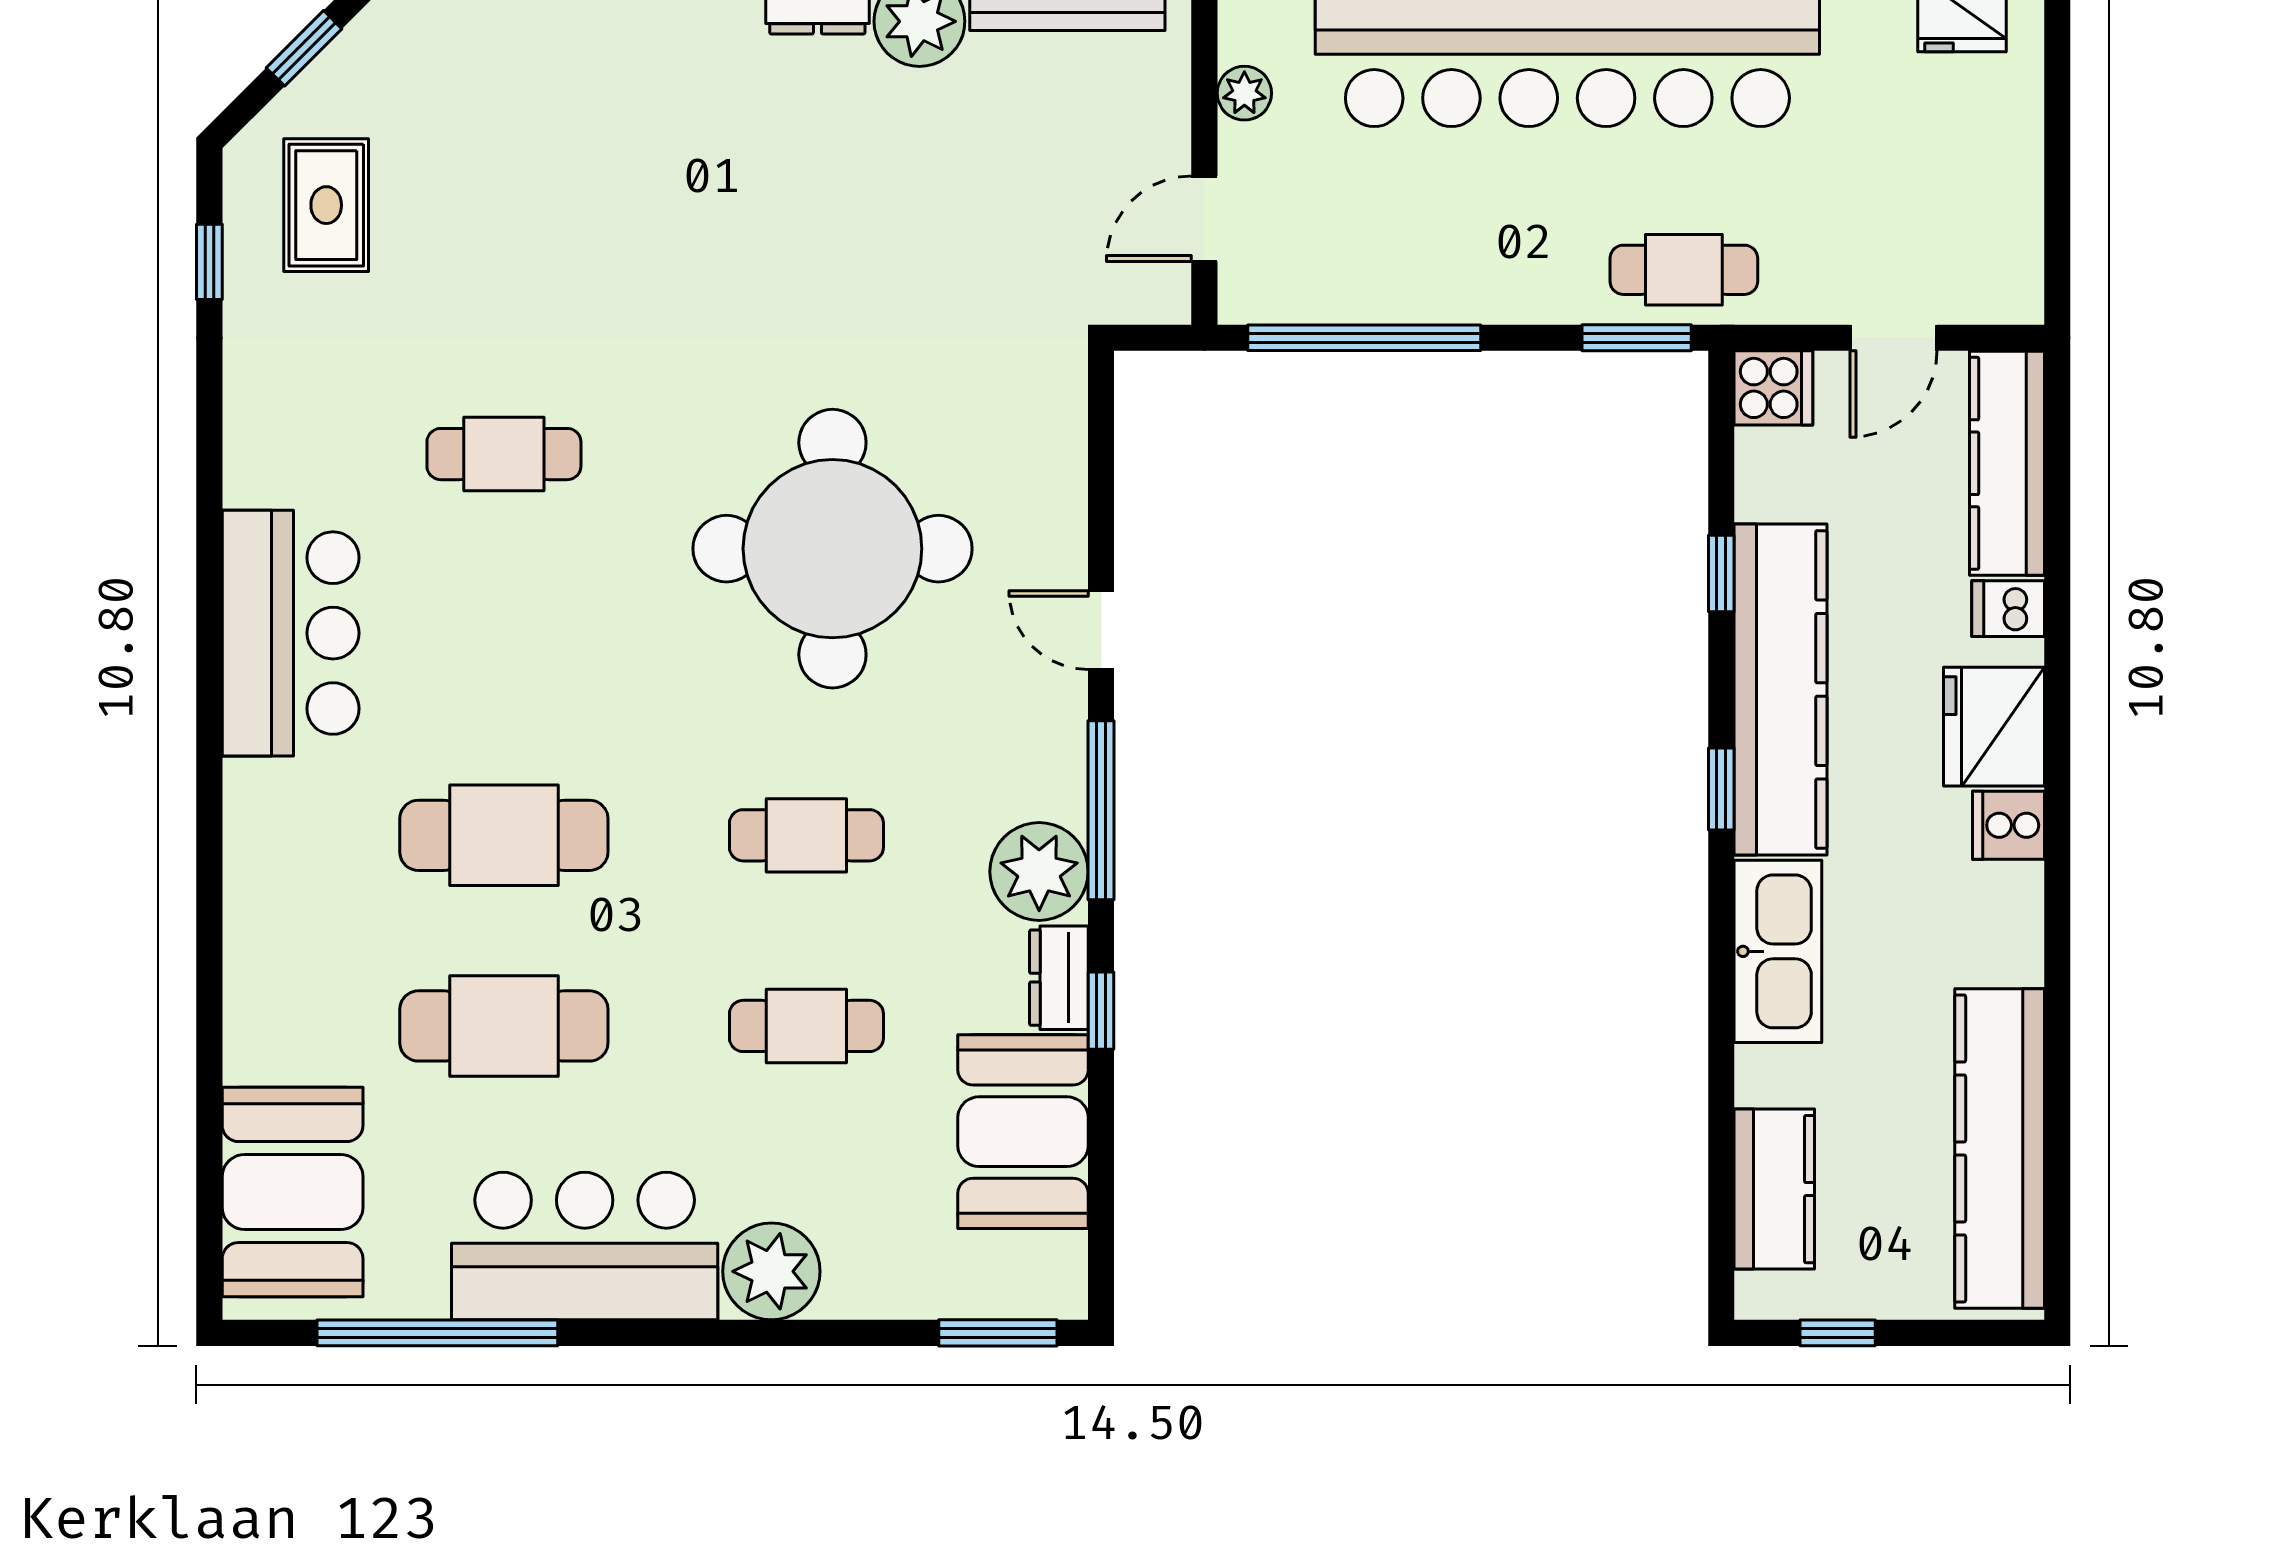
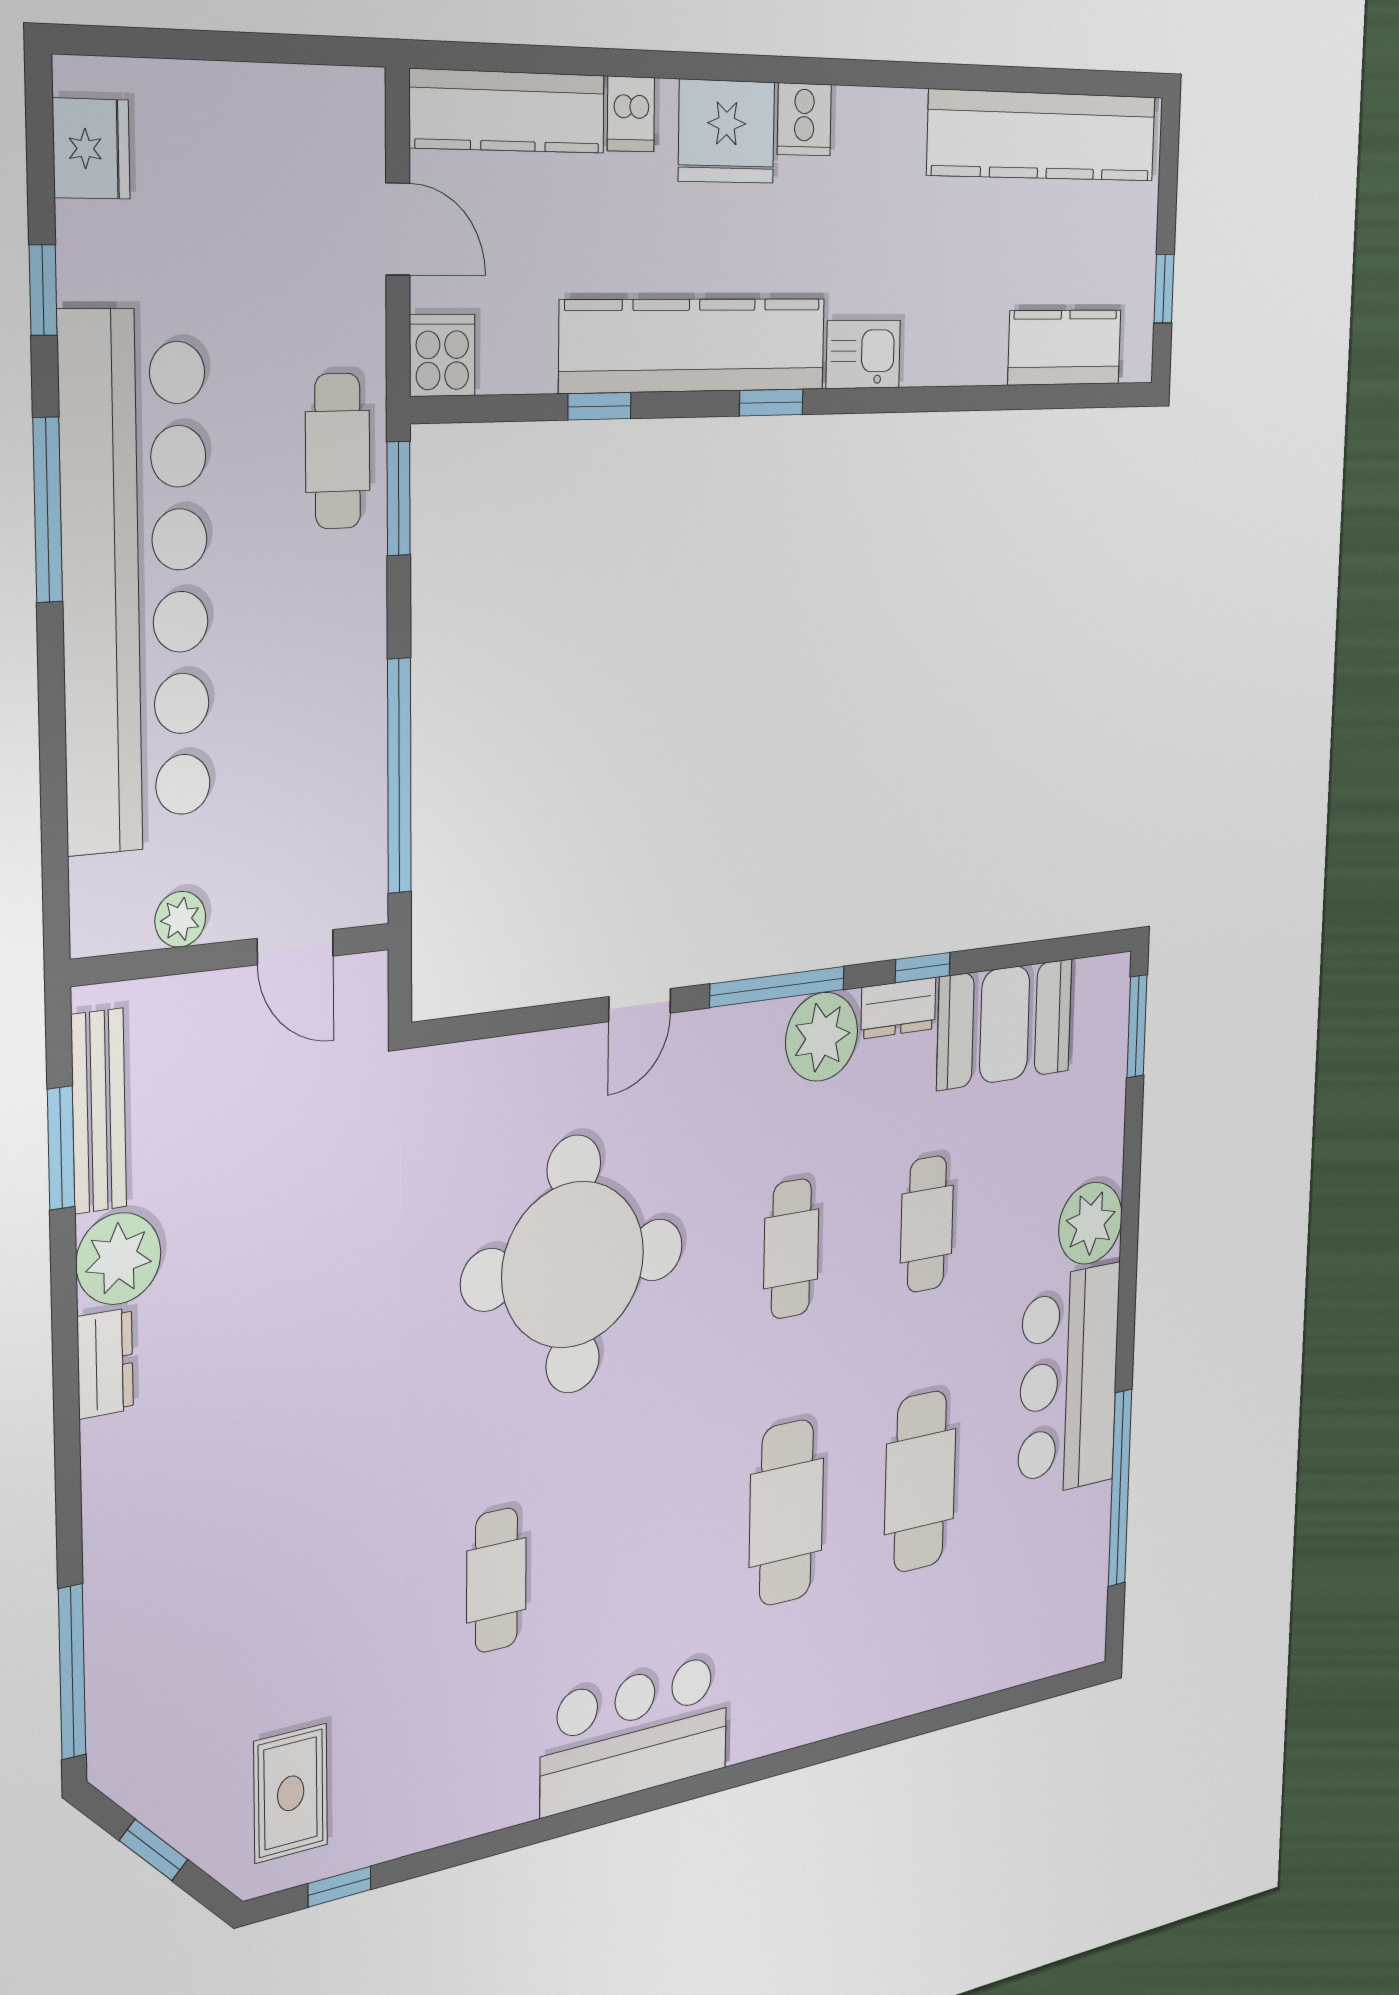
rug: (326, 205) -> (291, 1793), turned 90
kitchen sink: (1778, 951) -> (863, 354), width x0.53, depth x0.81
booth: (293, 1192) -> (1026, 1628), removed

